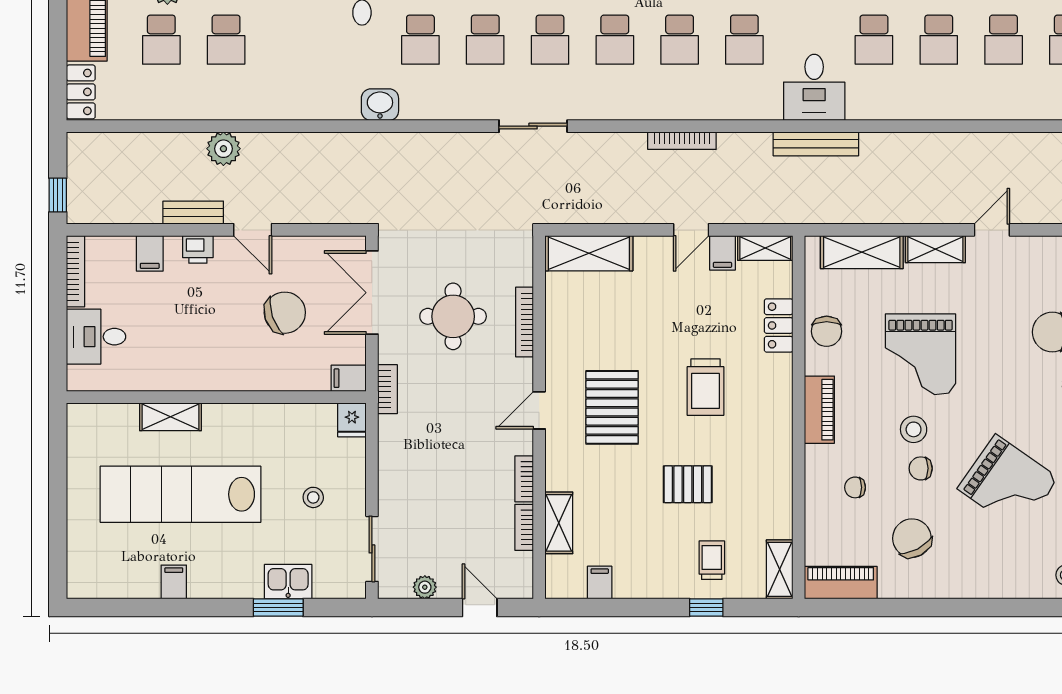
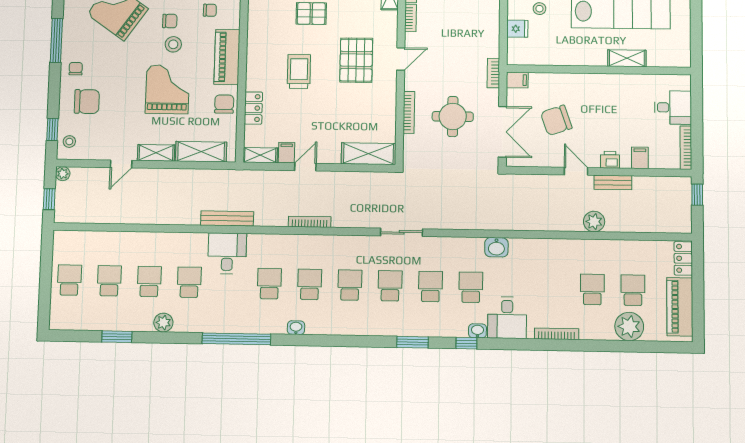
piano: (819, 410) -> (227, 57), width x1.37, depth x1.33
fridge: (352, 420) -> (517, 29), moved, turned 90

